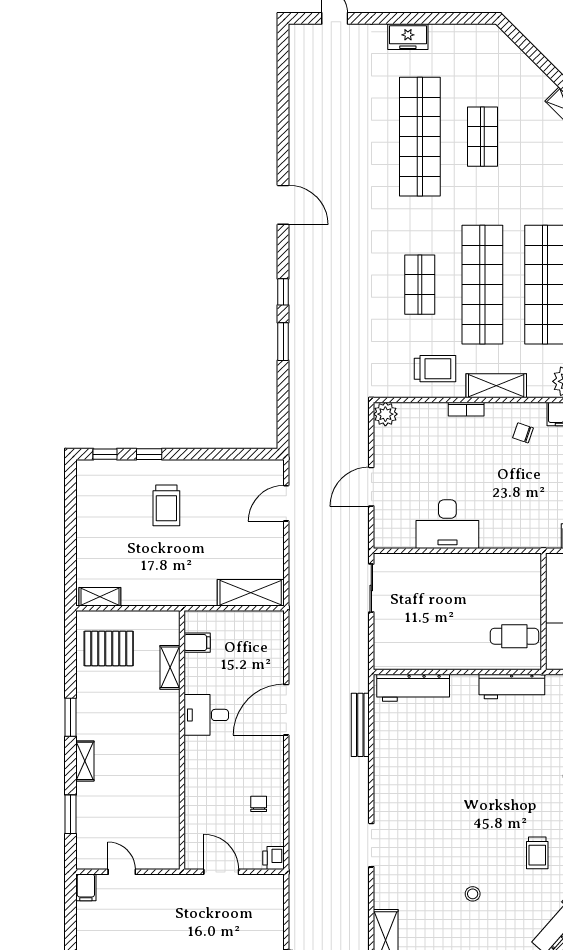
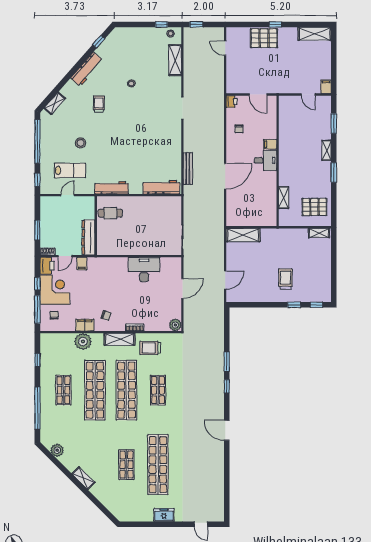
filing cabinet: (197, 643) -> (270, 144), moved
desk: (206, 715) -> (265, 160), moved

